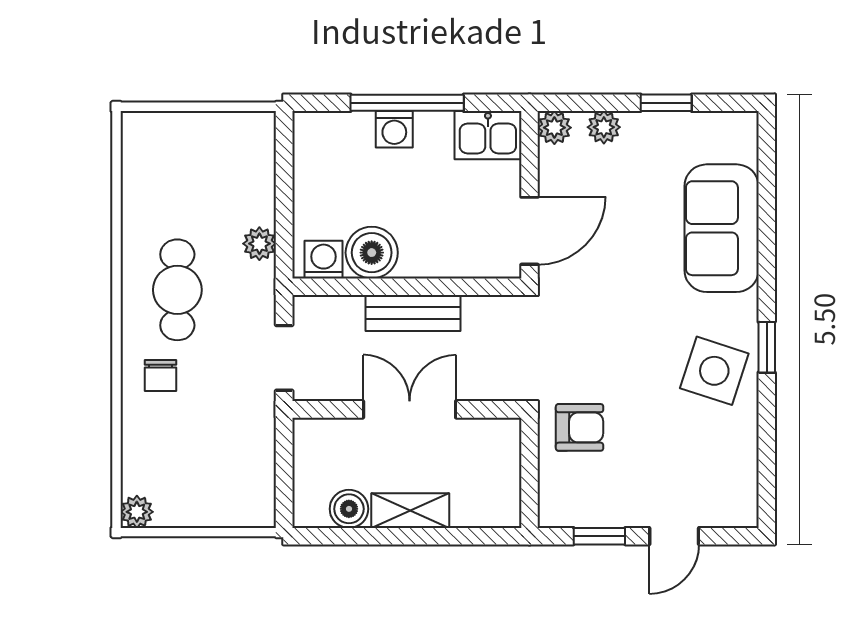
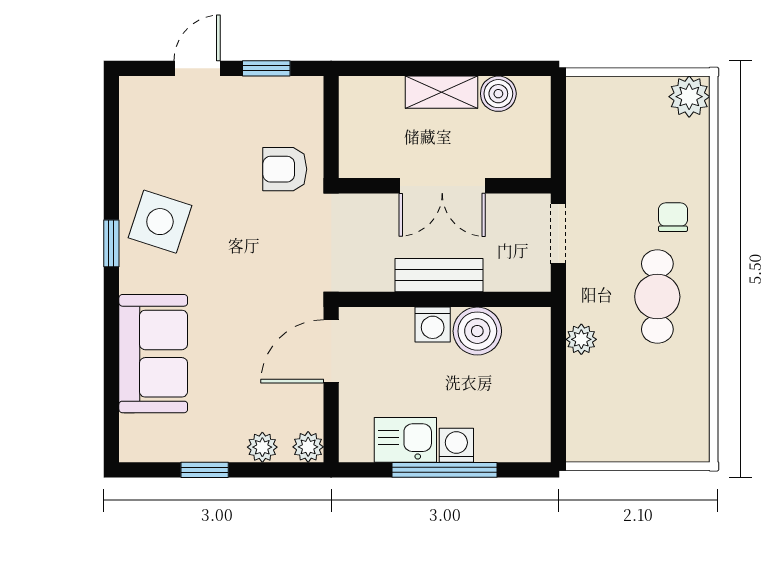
kitchen sink: (488, 135) -> (405, 440), moved
washing machine: (324, 260) -> (433, 325), moved
plant: (137, 512) -> (689, 97), width x1.38, depth x1.38

